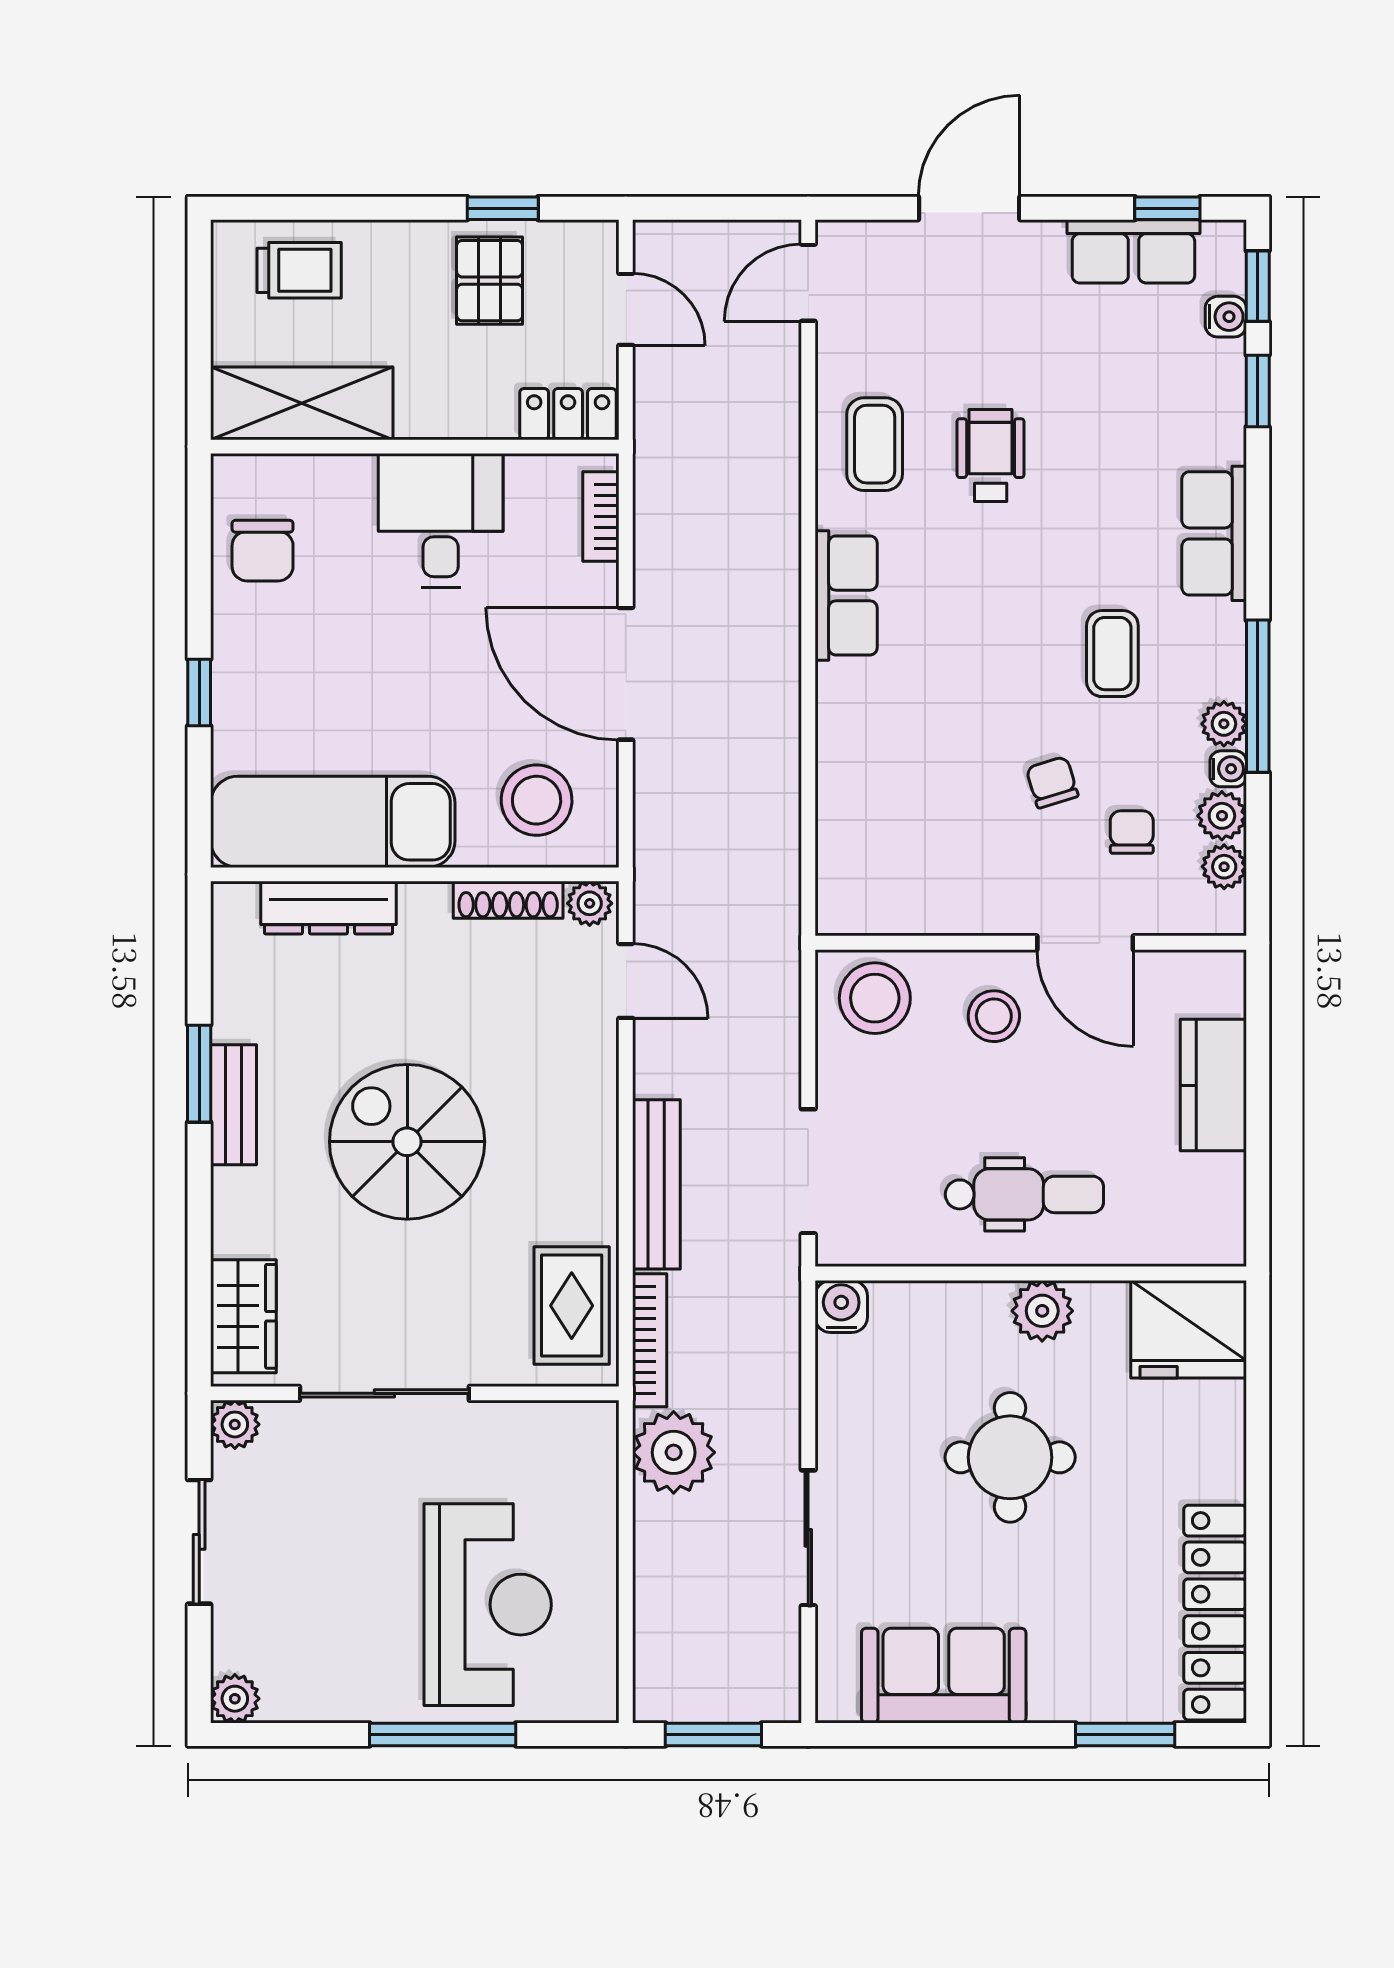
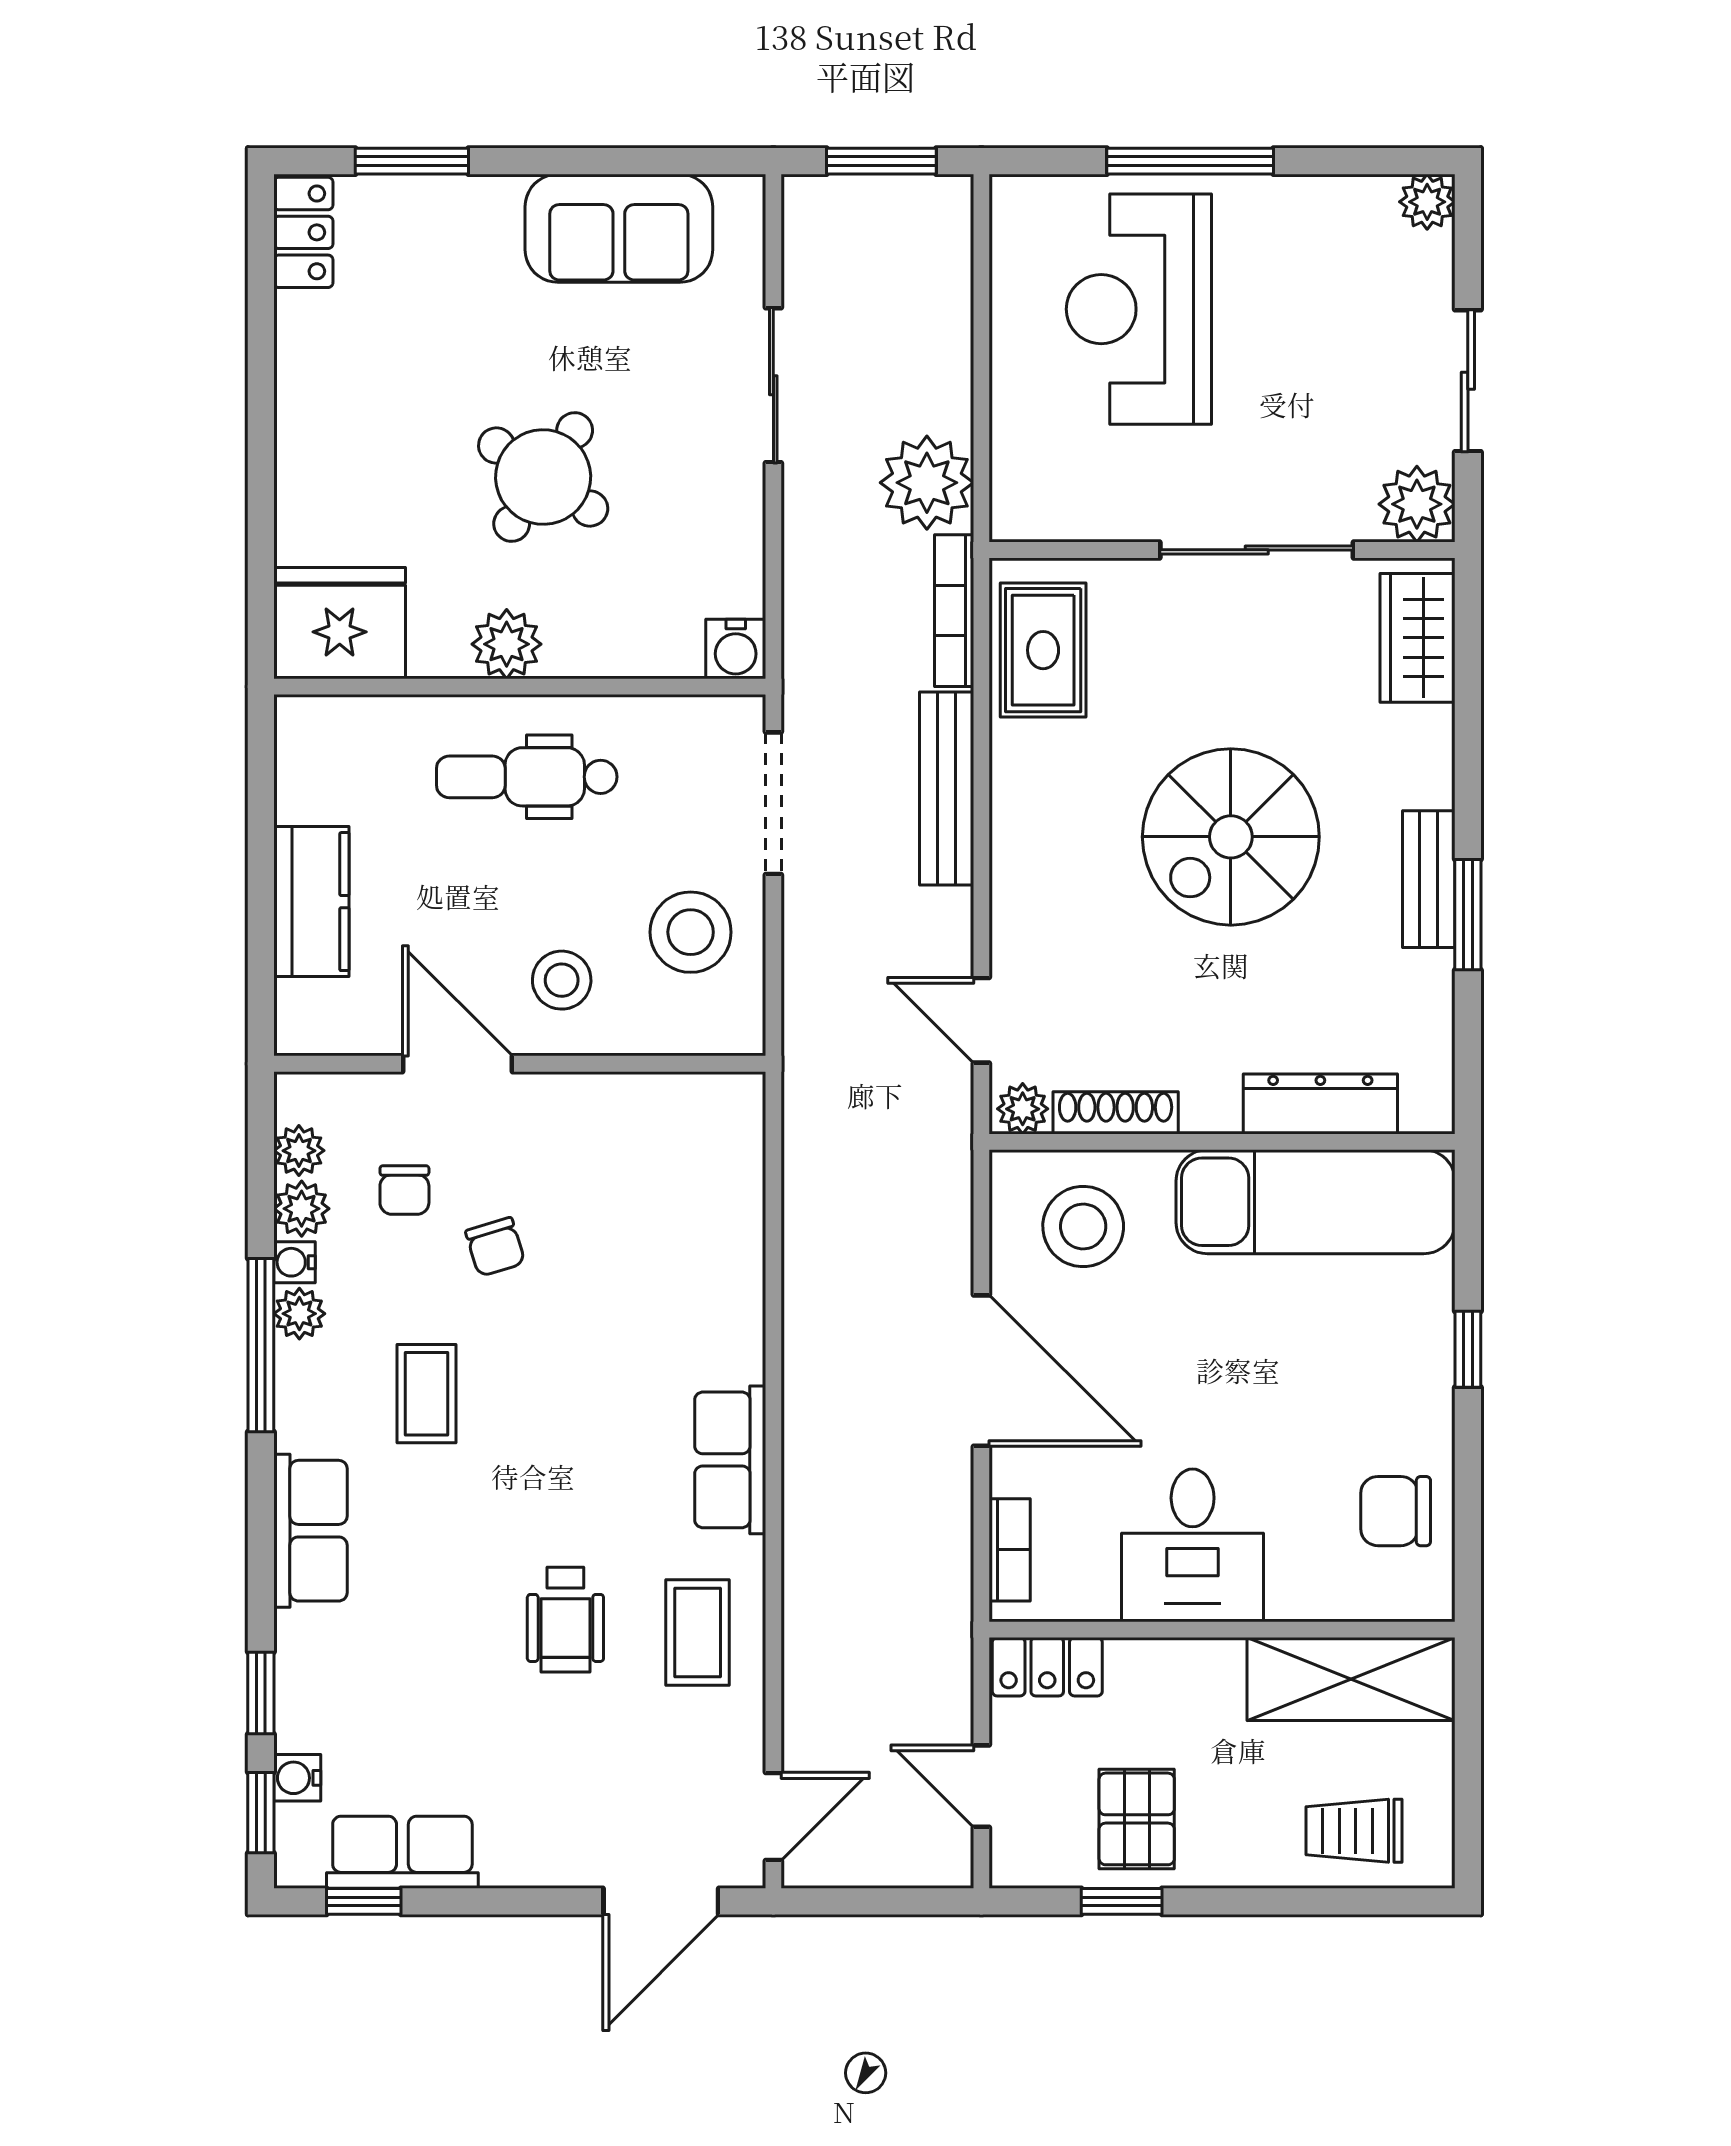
door: (969, 208) -> (661, 1901), moved
chair: (263, 551) -> (1396, 1511), turned -90
stool: (875, 998) -> (691, 932), moved
spiral stairs: (407, 1142) -> (1231, 837), turned 90
plant: (235, 1424) -> (1417, 504), width x1.38, depth x1.38
round table: (1010, 1457) -> (543, 477), turned 34
locker: (1215, 1613) -> (303, 232), width x0.46, depth x0.83

